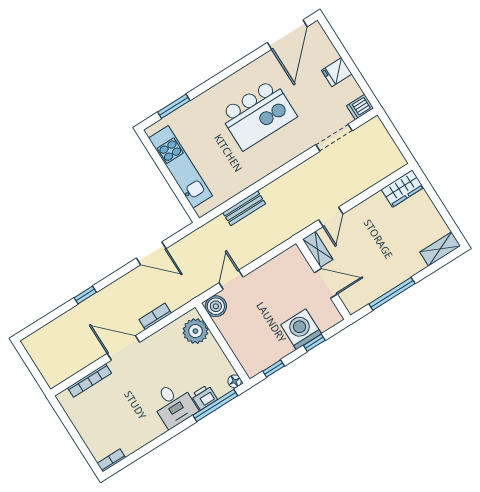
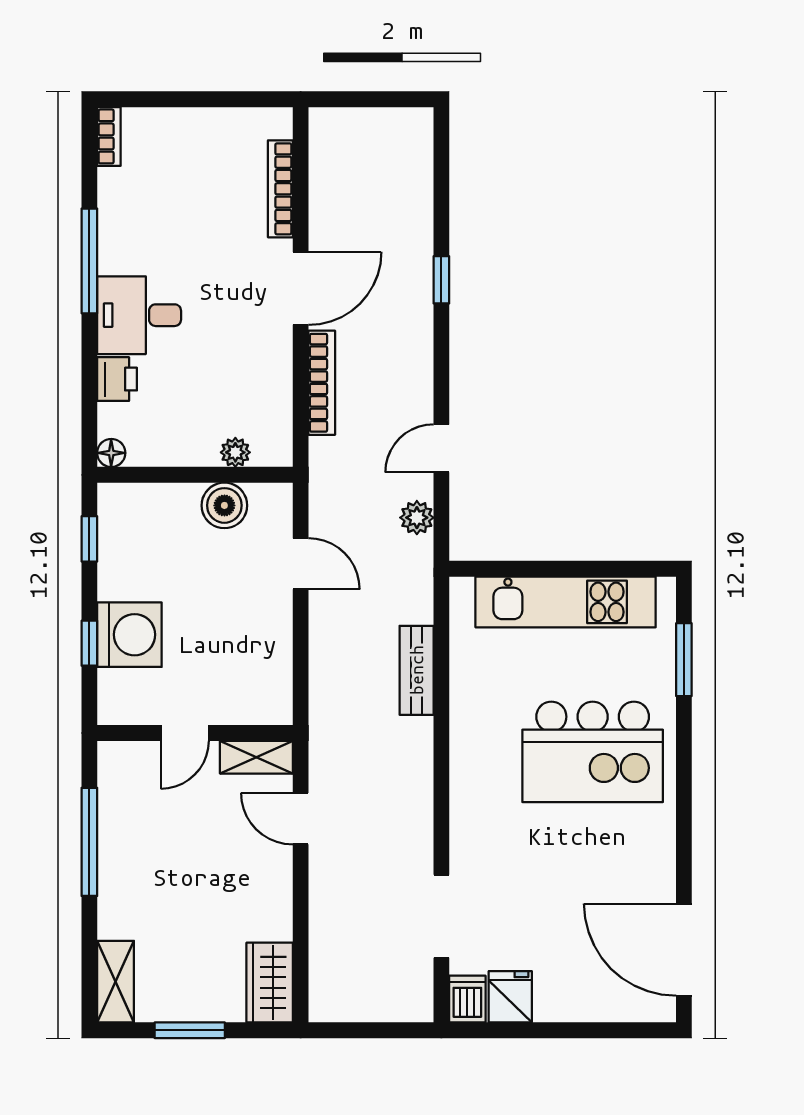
fridge: (337, 72) -> (510, 997), moved
kitchen island: (258, 115) -> (593, 752), moved, turned -90
window: (441, 208) -> (190, 1030), added
plant: (184, 246) -> (417, 518), added
door: (151, 253) -> (441, 448), width x0.73
door: (326, 283) -> (185, 733), width x0.73
boiler: (216, 306) -> (224, 505), moved
bookcase: (155, 316) -> (322, 383), width x1.56
plant: (195, 331) -> (235, 452), width x0.53, depth x0.53
window: (215, 405) -> (89, 261), moved

